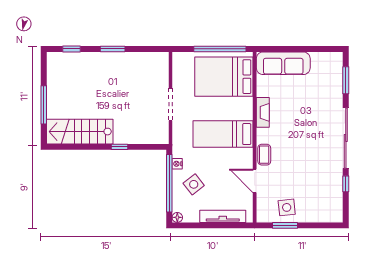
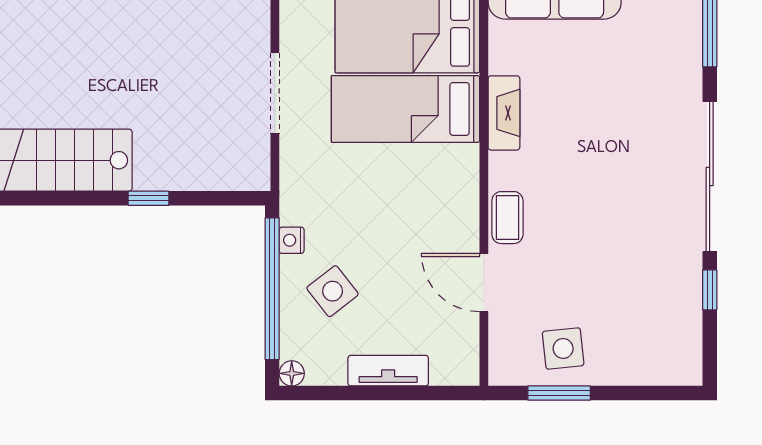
bed: (223, 134) -> (405, 109), moved
tv unit: (223, 216) -> (388, 371), width x0.71

